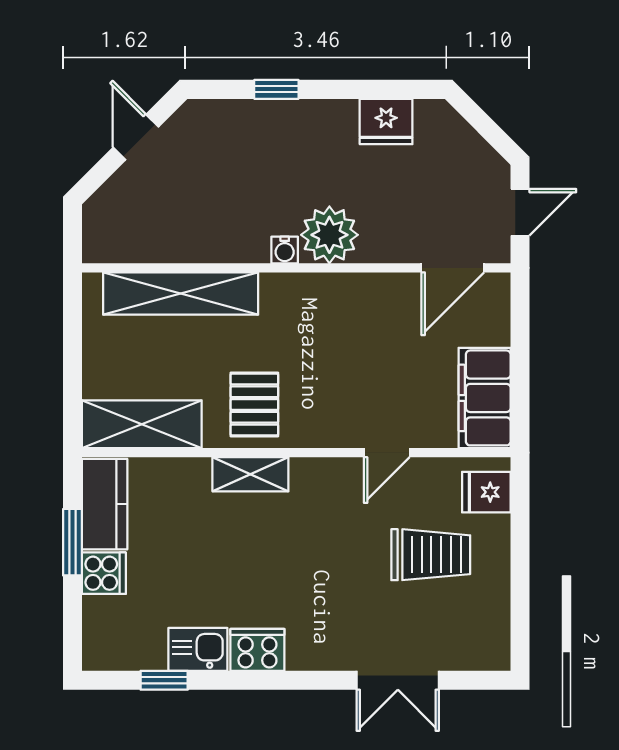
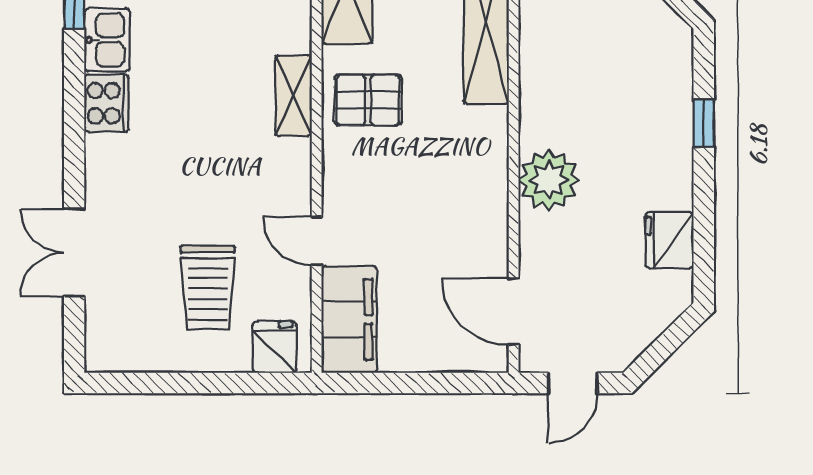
door: (520, 212) -> (573, 383), hinge flipped
water cooler: (285, 250) -> (533, 132), removed
filing cabinet: (485, 398) -> (349, 320), moved, turned 90

